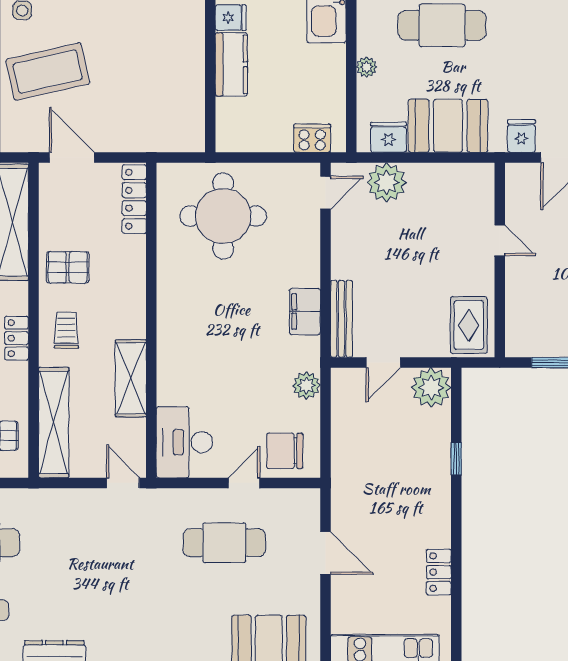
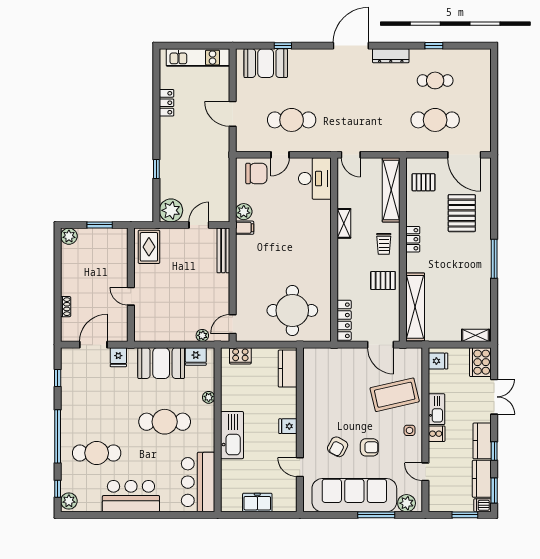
kitchen counter: (231, 64) -> (288, 369), moved
plant: (387, 182) -> (202, 335), width x0.53, depth x0.53
filing cabinet: (305, 312) -> (245, 228), moved, width x0.50
shelving: (131, 378) -> (344, 223), width x0.67, depth x0.75

